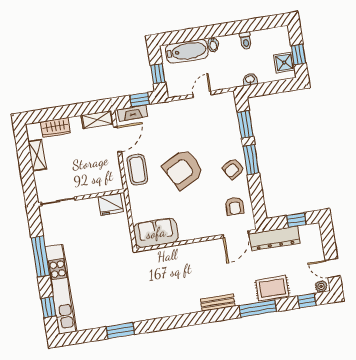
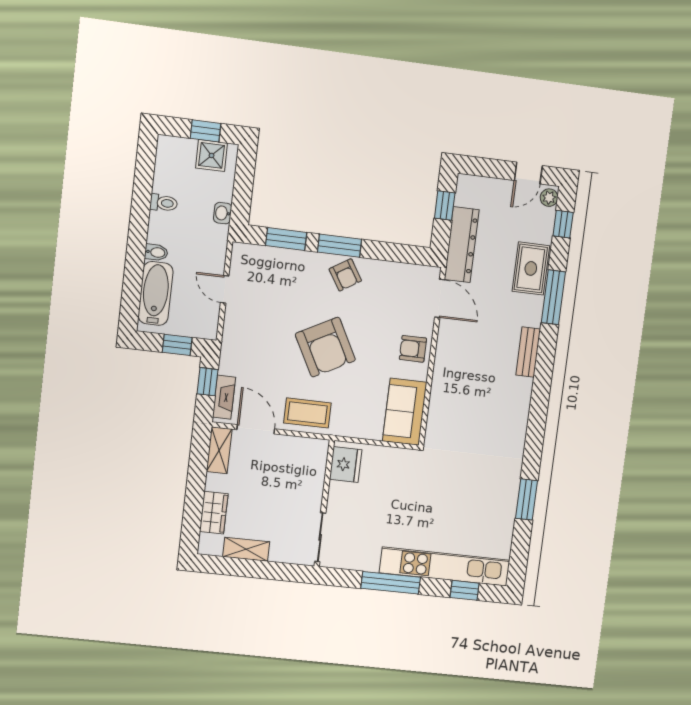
armchair: (235, 206) -> (413, 349), moved, turned 180

